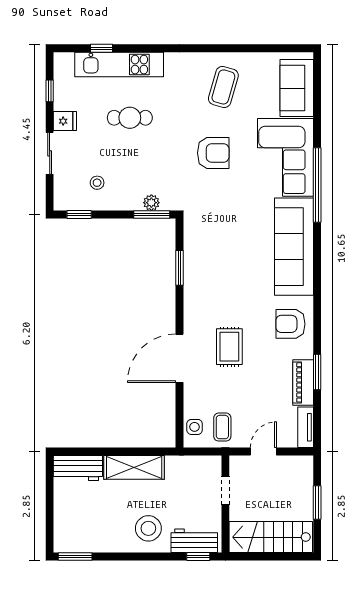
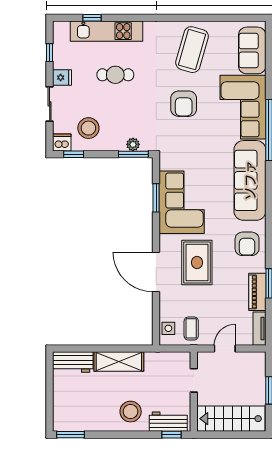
coffee table: (223, 87) -> (192, 50), width x1.36, depth x1.32
armchair: (213, 153) -> (184, 104), turned 90
stool: (97, 183) -> (88, 128), width x1.89, depth x1.89
dishwasher: (65, 200) -> (62, 142), added
corner sofa: (211, 273) -> (182, 202), added
armchair: (290, 324) -> (247, 244), turned -90
rug: (229, 347) -> (197, 263), width x1.36, depth x1.43
door: (180, 358) -> (156, 272), hinge flipped

